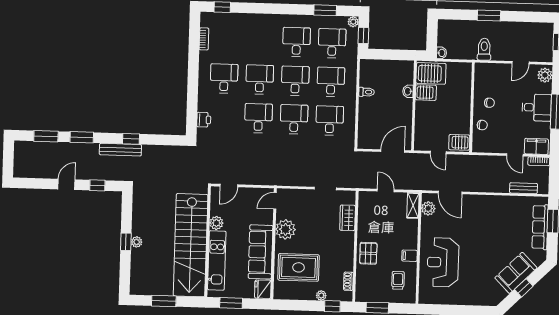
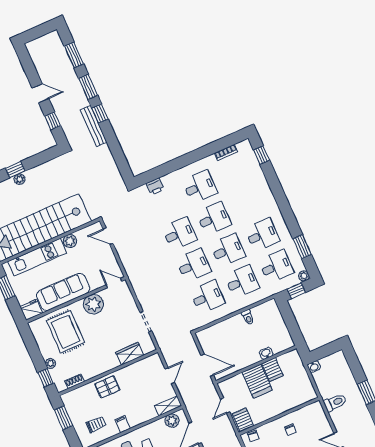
server rack: (431, 73) -> (257, 381), moved
chair: (482, 125) -> (253, 436), moved
window: (131, 139) -> (100, 114), moved

